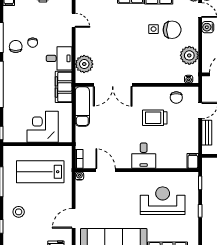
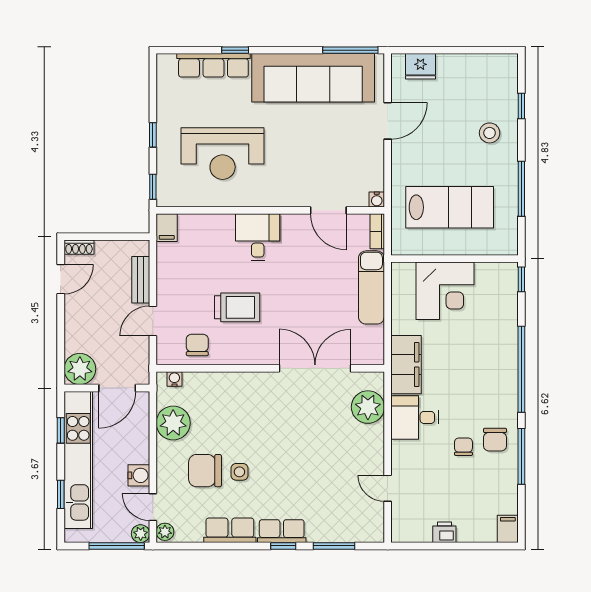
exam couch: (82, 107) -> (371, 287), moved

